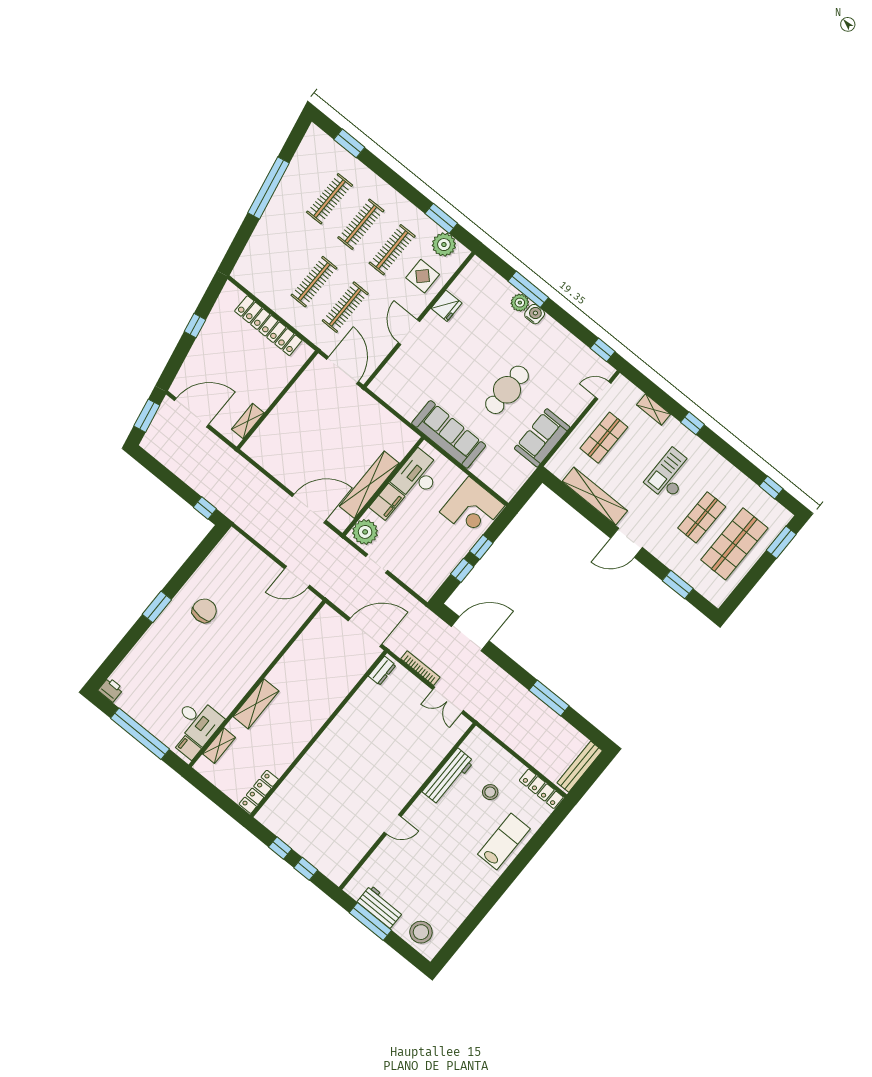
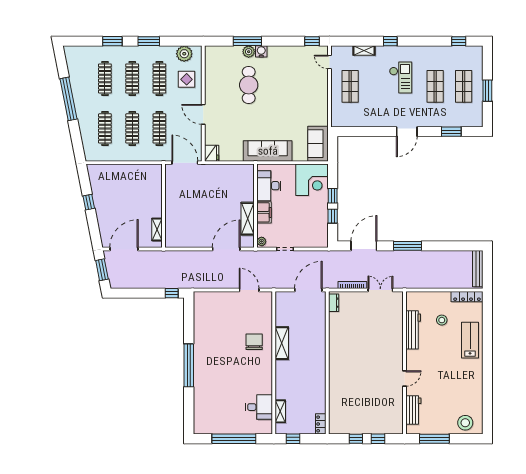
window: (349, 143) -> (112, 41), moved
window: (441, 218) -> (149, 41), moved
clothes rail: (283, 256) -> (105, 128), added
fridge: (446, 306) -> (212, 153), moved
locker: (268, 326) -> (127, 171), removed
cafe table: (507, 390) -> (249, 85), moved
door: (603, 390) -> (330, 62), hinge flipped
sofa: (542, 438) -> (318, 144), moved
checkout: (670, 475) -> (401, 77), turned 180
shelving: (369, 485) -> (248, 219), width x0.68
shelving: (595, 496) -> (370, 121), removed
plant: (365, 532) -> (262, 241), width x0.53, depth x0.53
window: (781, 542) -> (487, 91), moved
shop shelf: (734, 544) -> (464, 86), width x0.70, depth x0.74
door: (297, 577) -> (249, 290), swing flipped
window: (157, 607) -> (189, 365), width x2.11
chair: (204, 611) -> (254, 342), moved
printer: (111, 690) -> (200, 428), removed
window: (549, 698) -> (407, 246), moved
double door: (448, 700) -> (380, 290), swing flipped
shelving: (256, 704) -> (282, 343), moved
filing cabinet: (188, 748) -> (265, 426), removed
window: (208, 789) -> (293, 439), added
locker: (259, 792) -> (321, 424), width x0.66
workbench: (380, 907) -> (413, 410), moved, turned 90

